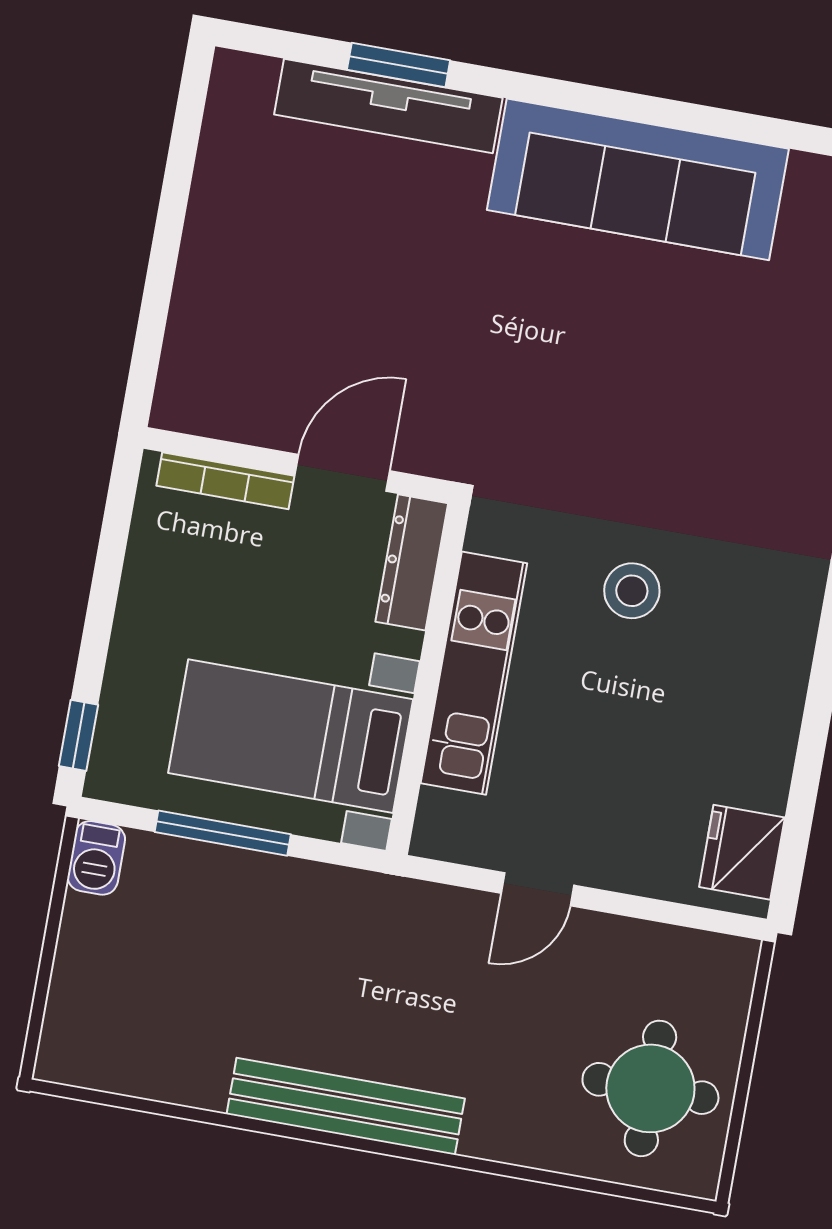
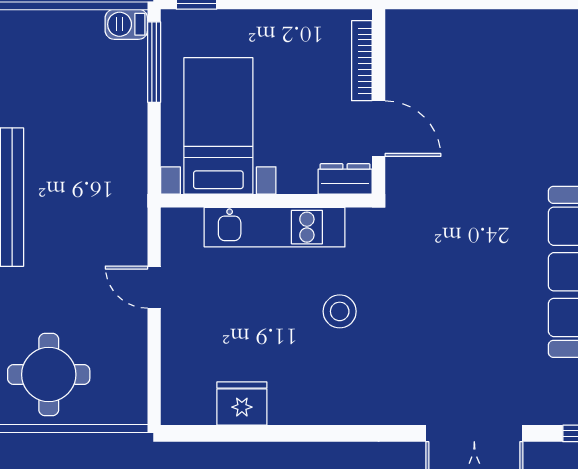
dresser: (412, 562) -> (345, 179), width x0.70
window: (223, 833) -> (154, 62), moved
fridge: (742, 852) -> (242, 404), moved

